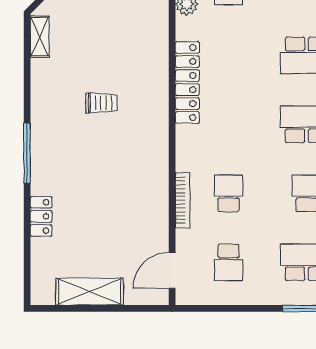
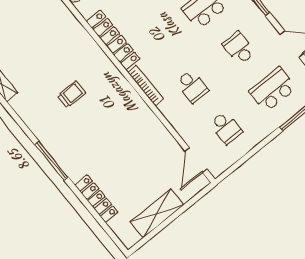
school desk: (228, 193) -> (192, 86), turned 180
bookcase: (183, 200) -> (145, 85), moved
locker: (41, 216) -> (96, 199), width x1.53

